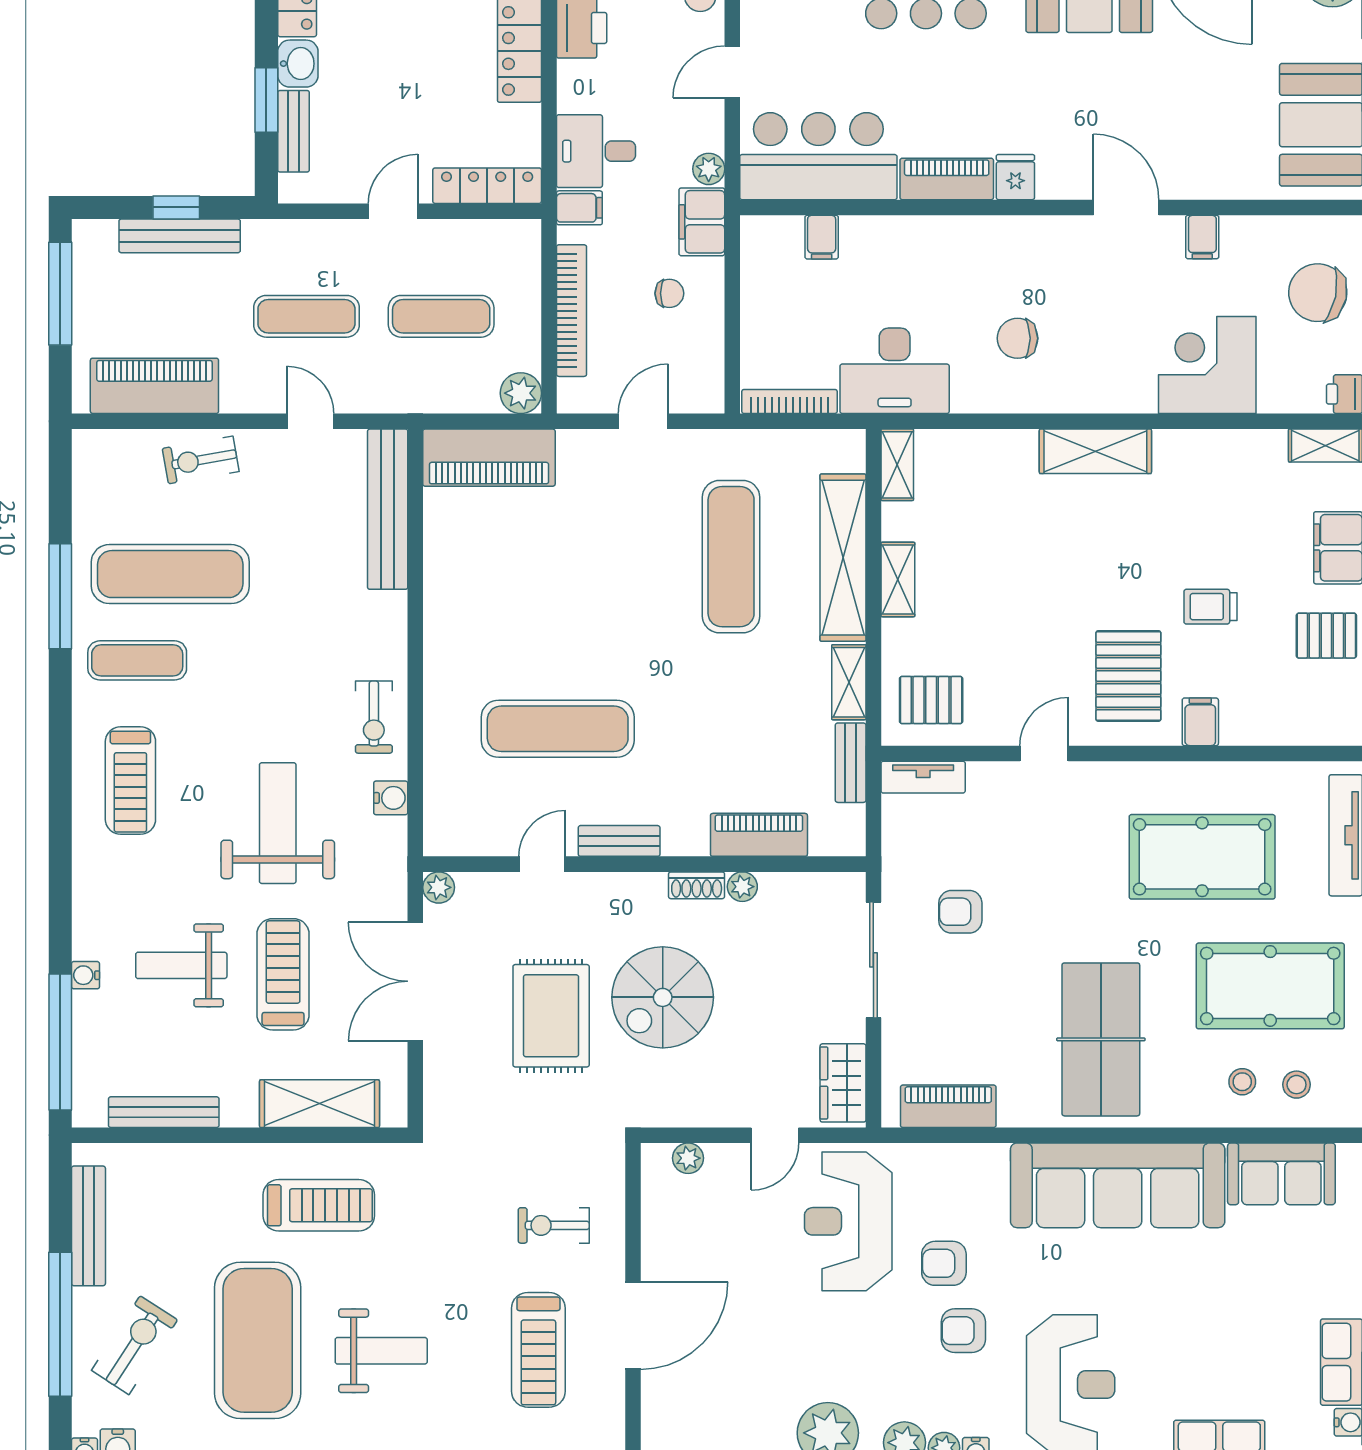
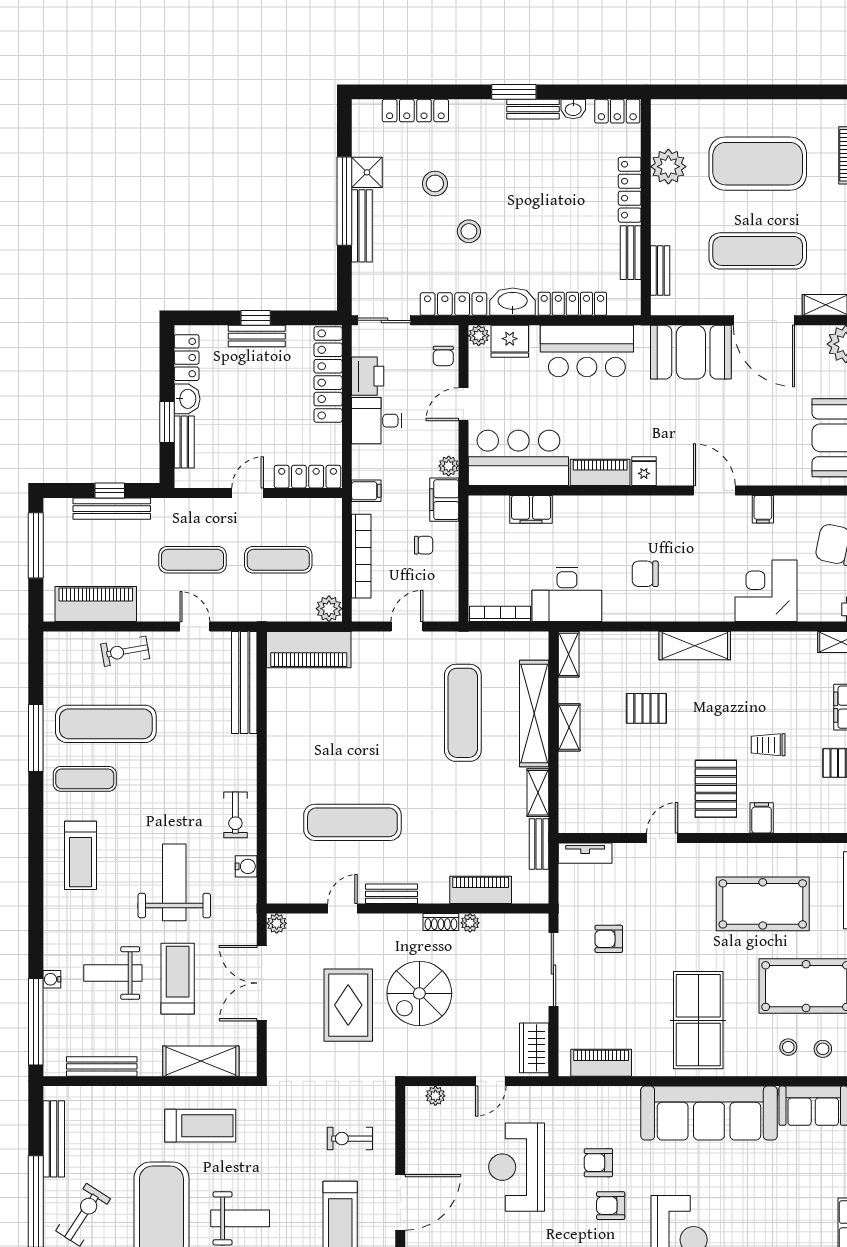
desk: (596, 151) -> (377, 421), moved
filing cabinet: (822, 237) -> (531, 509), width x2.00
pallet: (931, 700) -> (646, 708), moved
reception desk: (848, 1221) -> (517, 1167), moved

